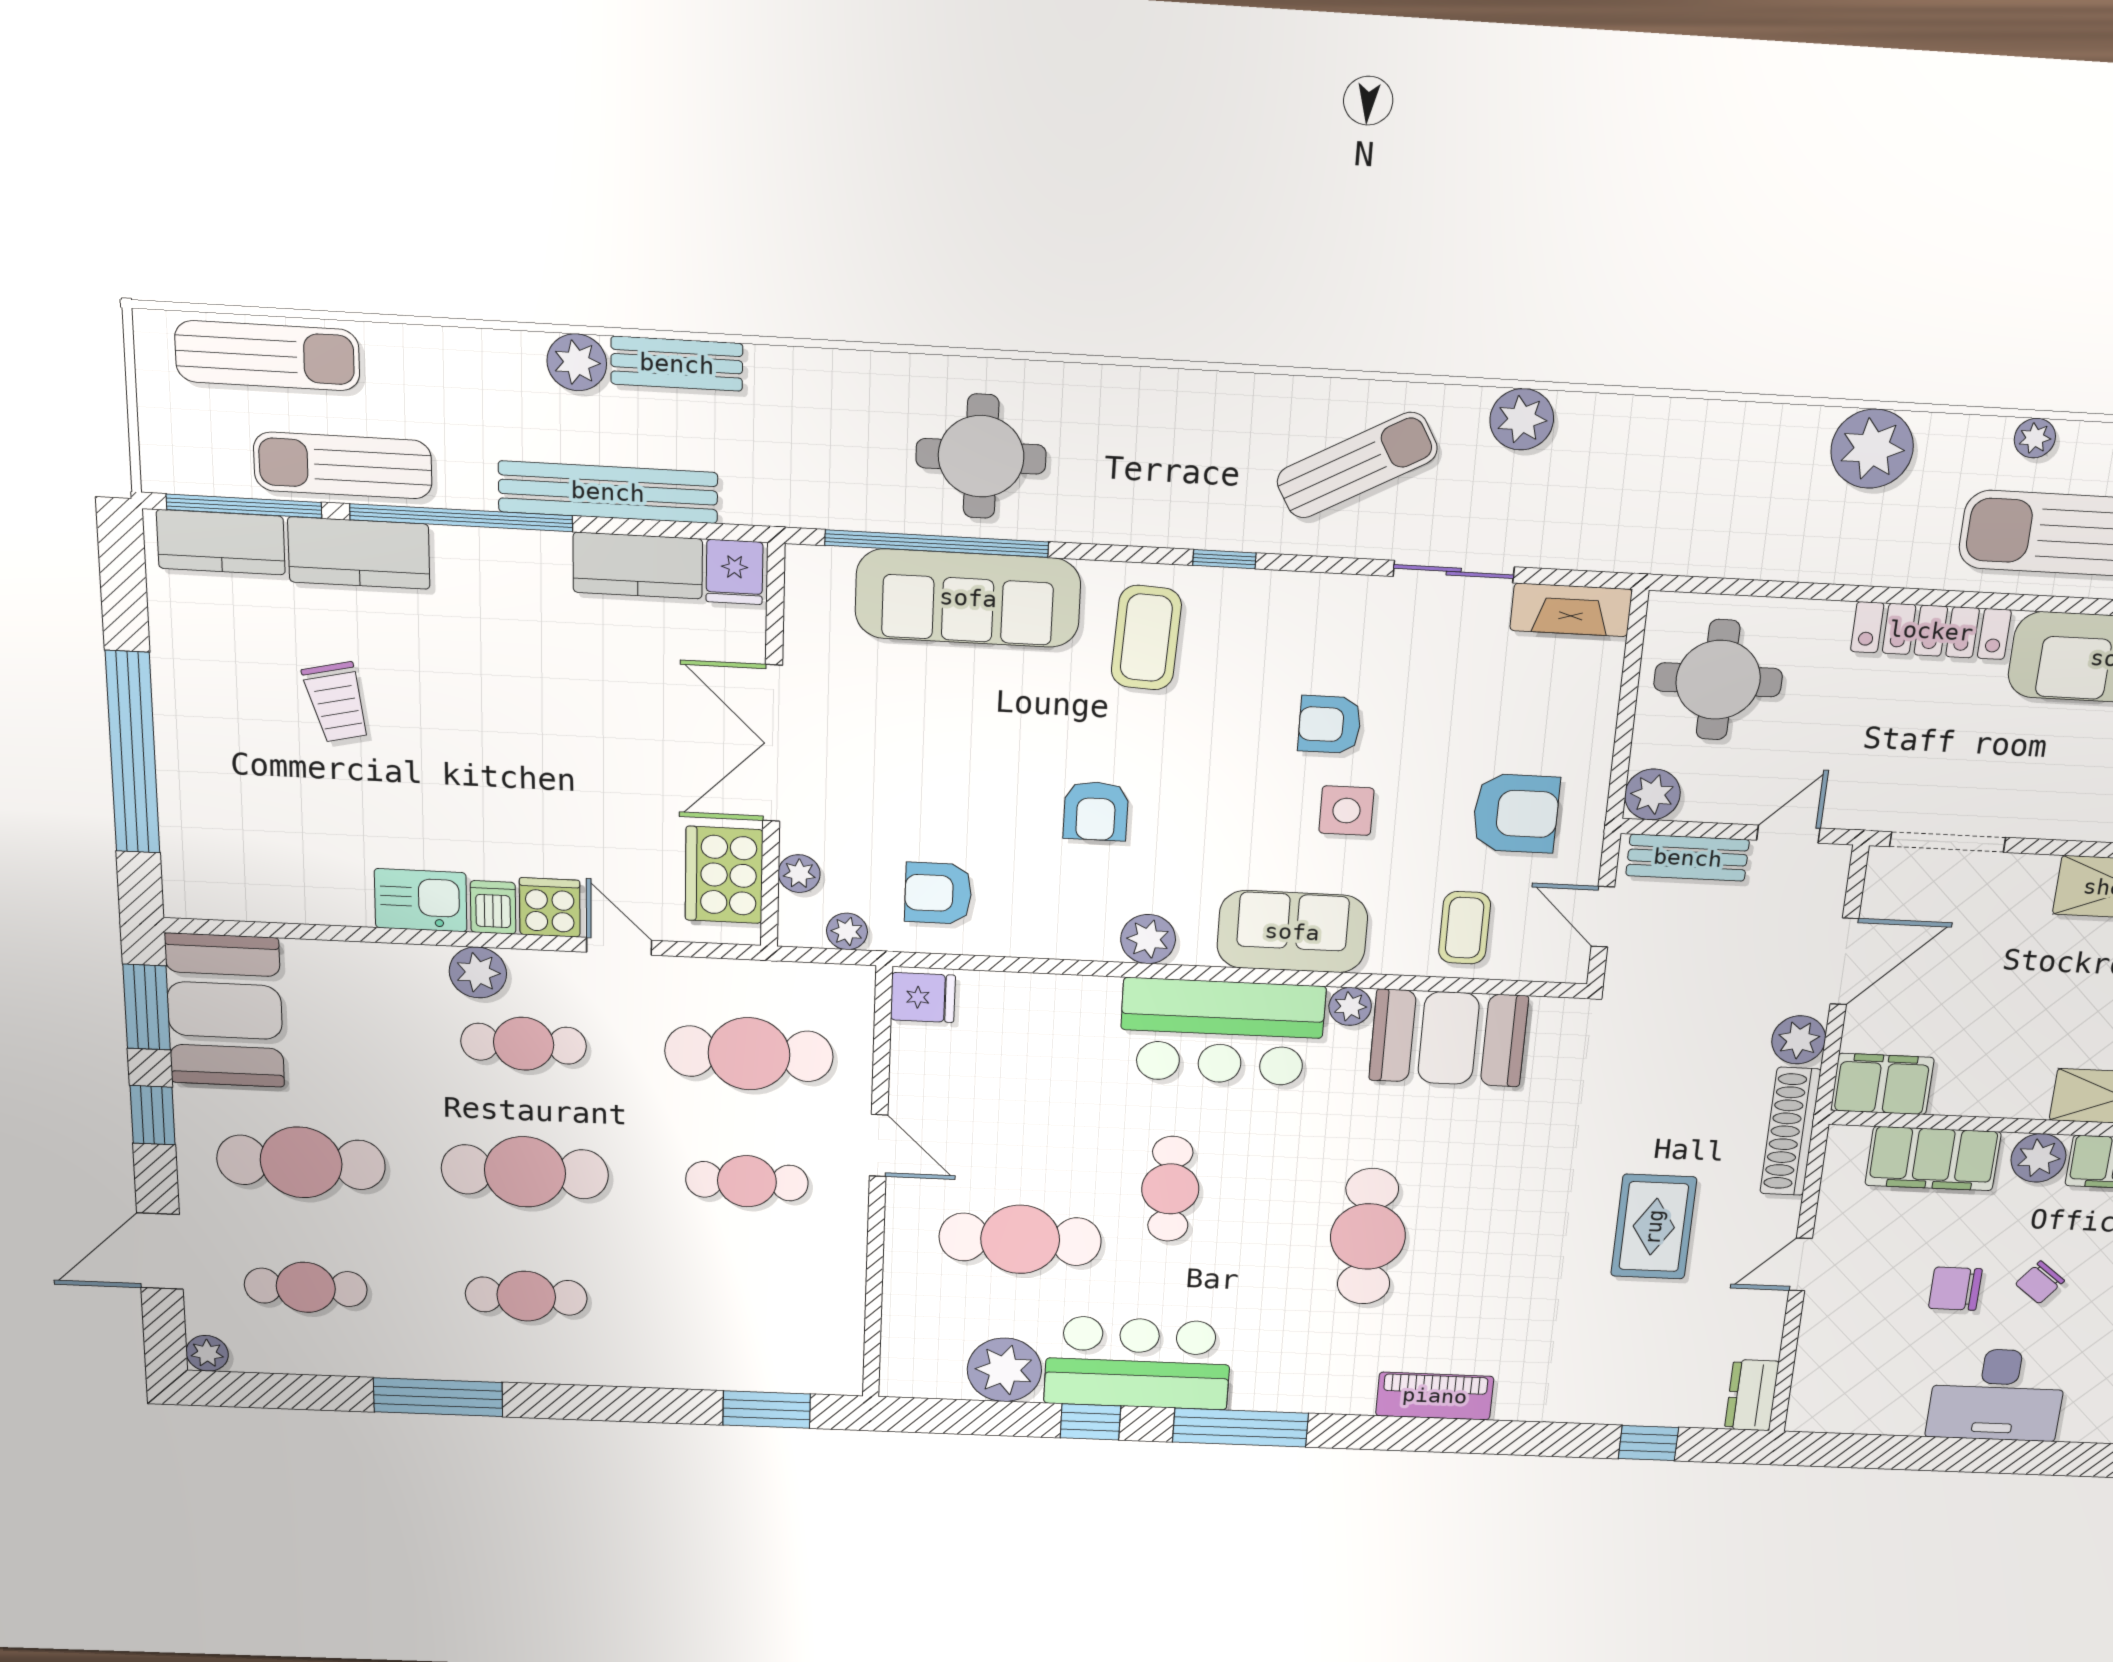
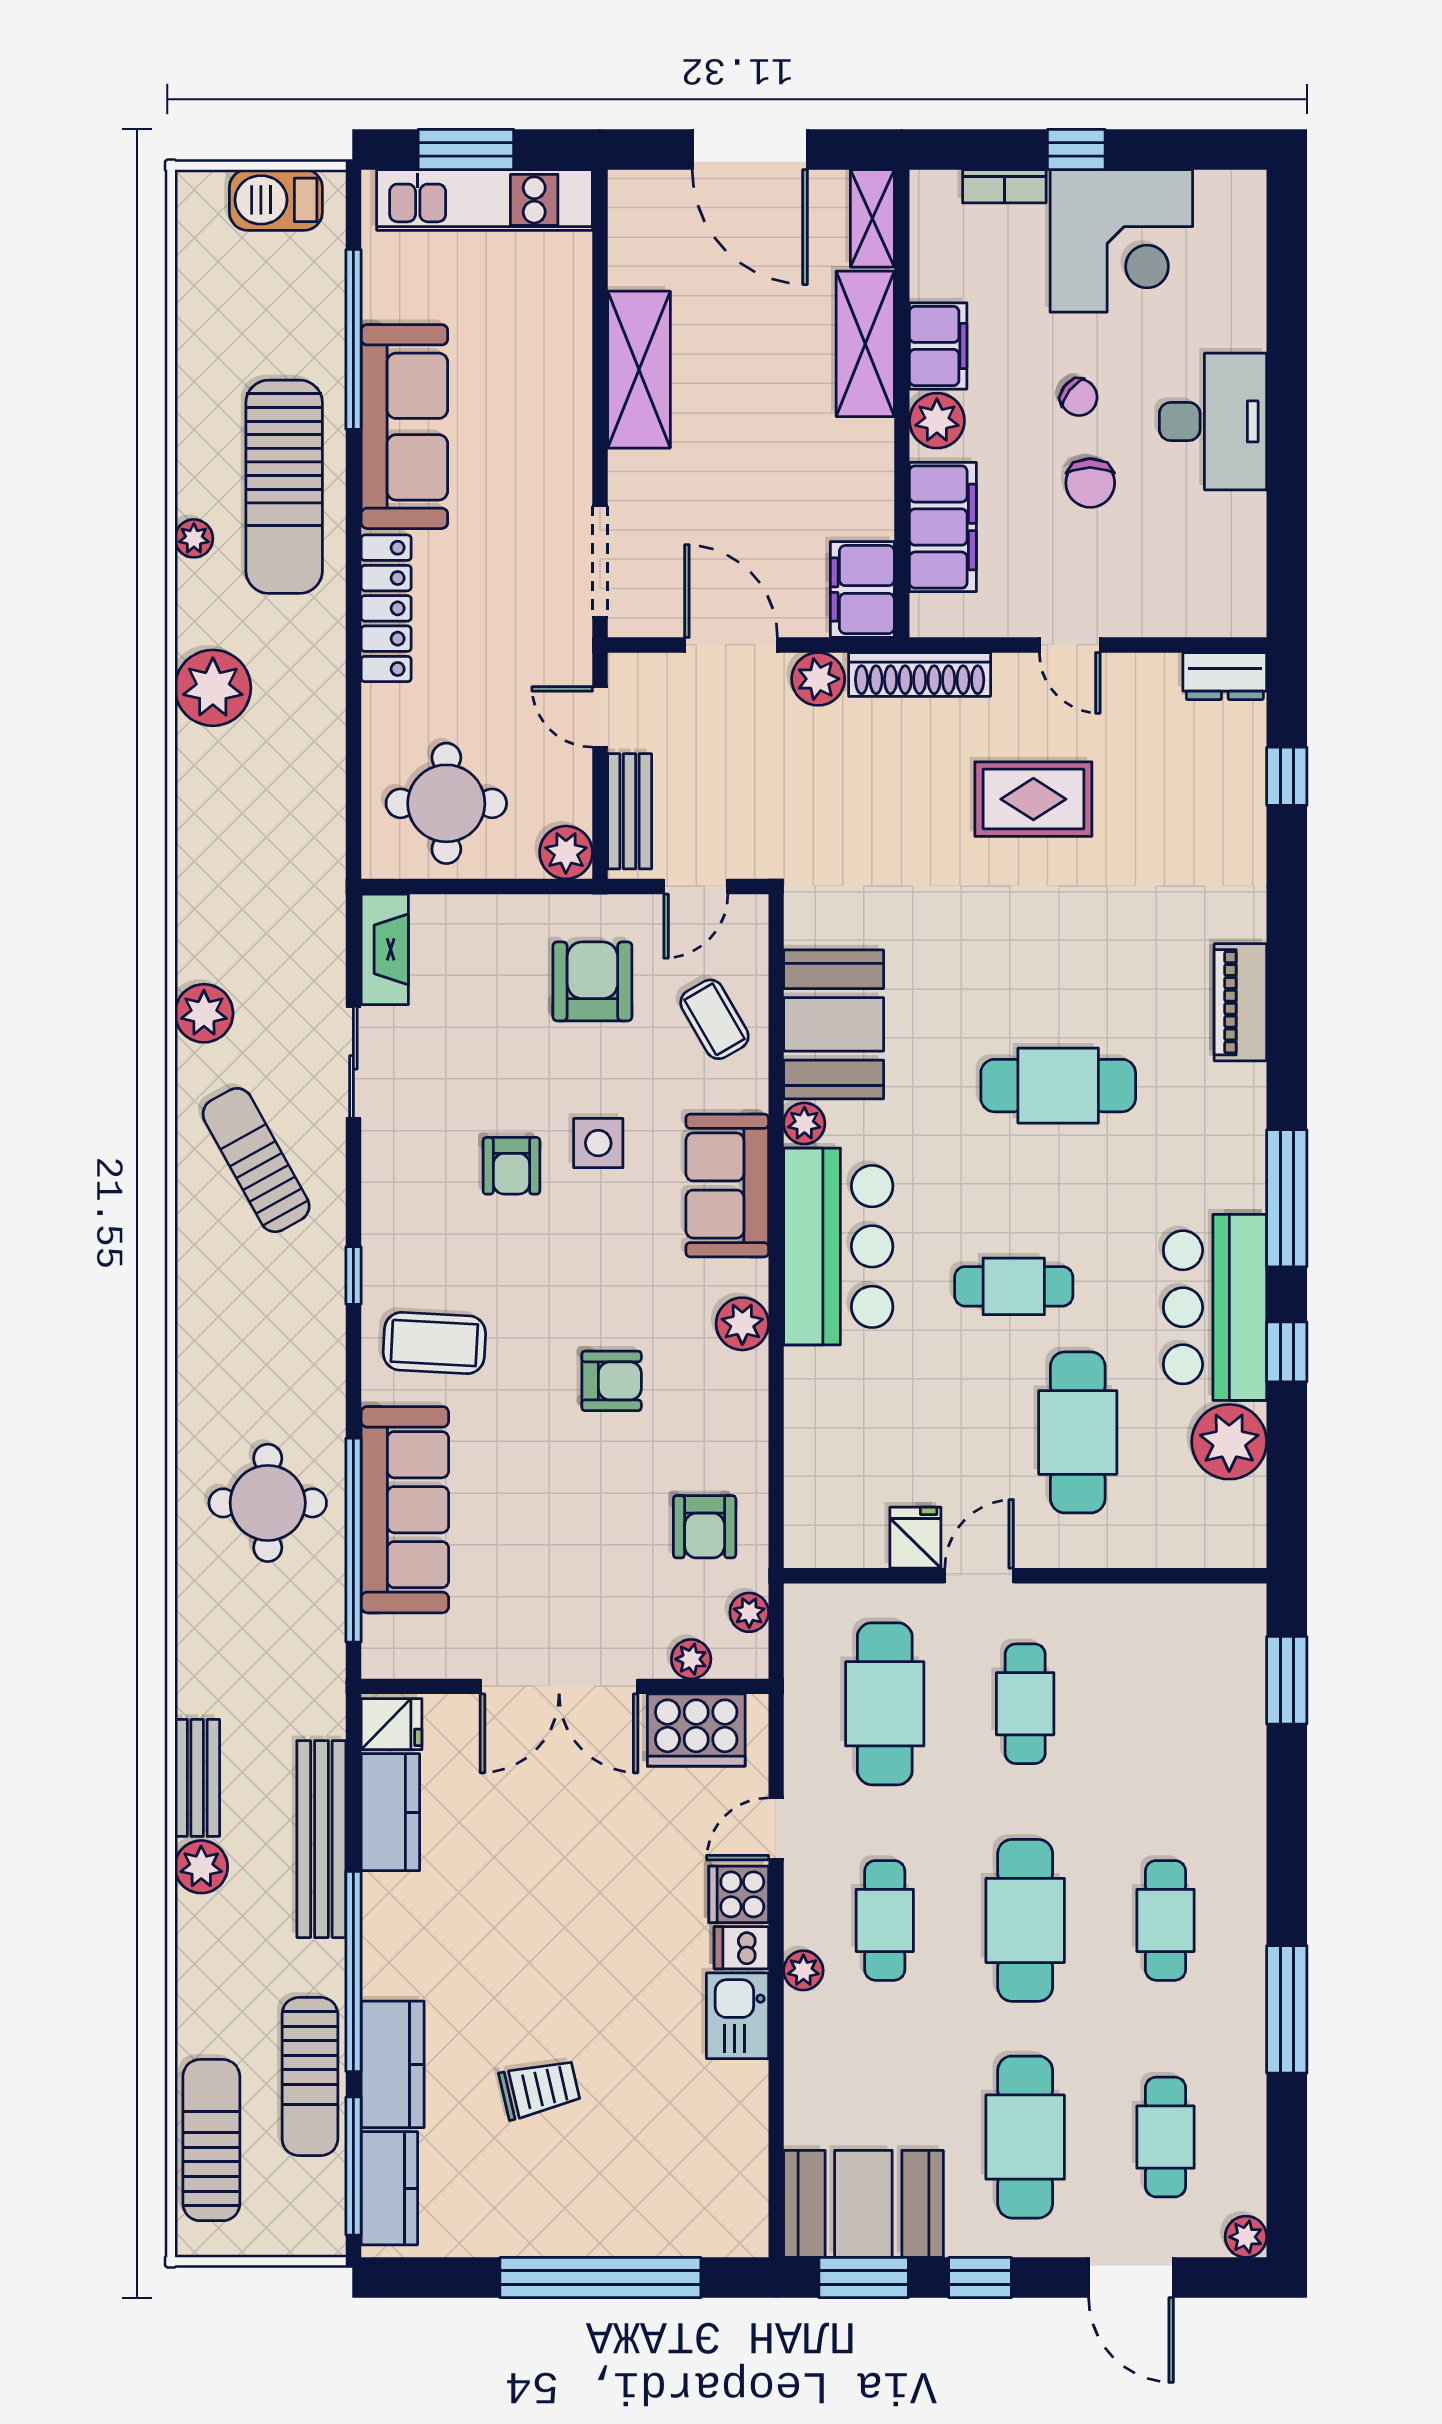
coffee table: (1465, 928) -> (714, 1019), turned 60
plant: (478, 972) -> (803, 1970), width x0.73, depth x0.73
fridge: (923, 997) -> (915, 1538), moved

